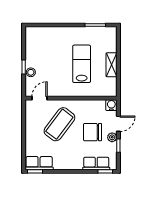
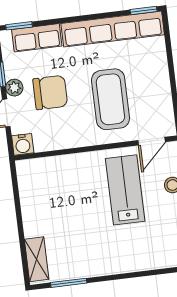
lab bench: (82, 64) -> (125, 190), moved, turned 180
shelving: (111, 65) -> (37, 259), moved
coffee table: (59, 124) -> (110, 99), turned -37
row of seats: (39, 163) -> (113, 29), width x2.02

